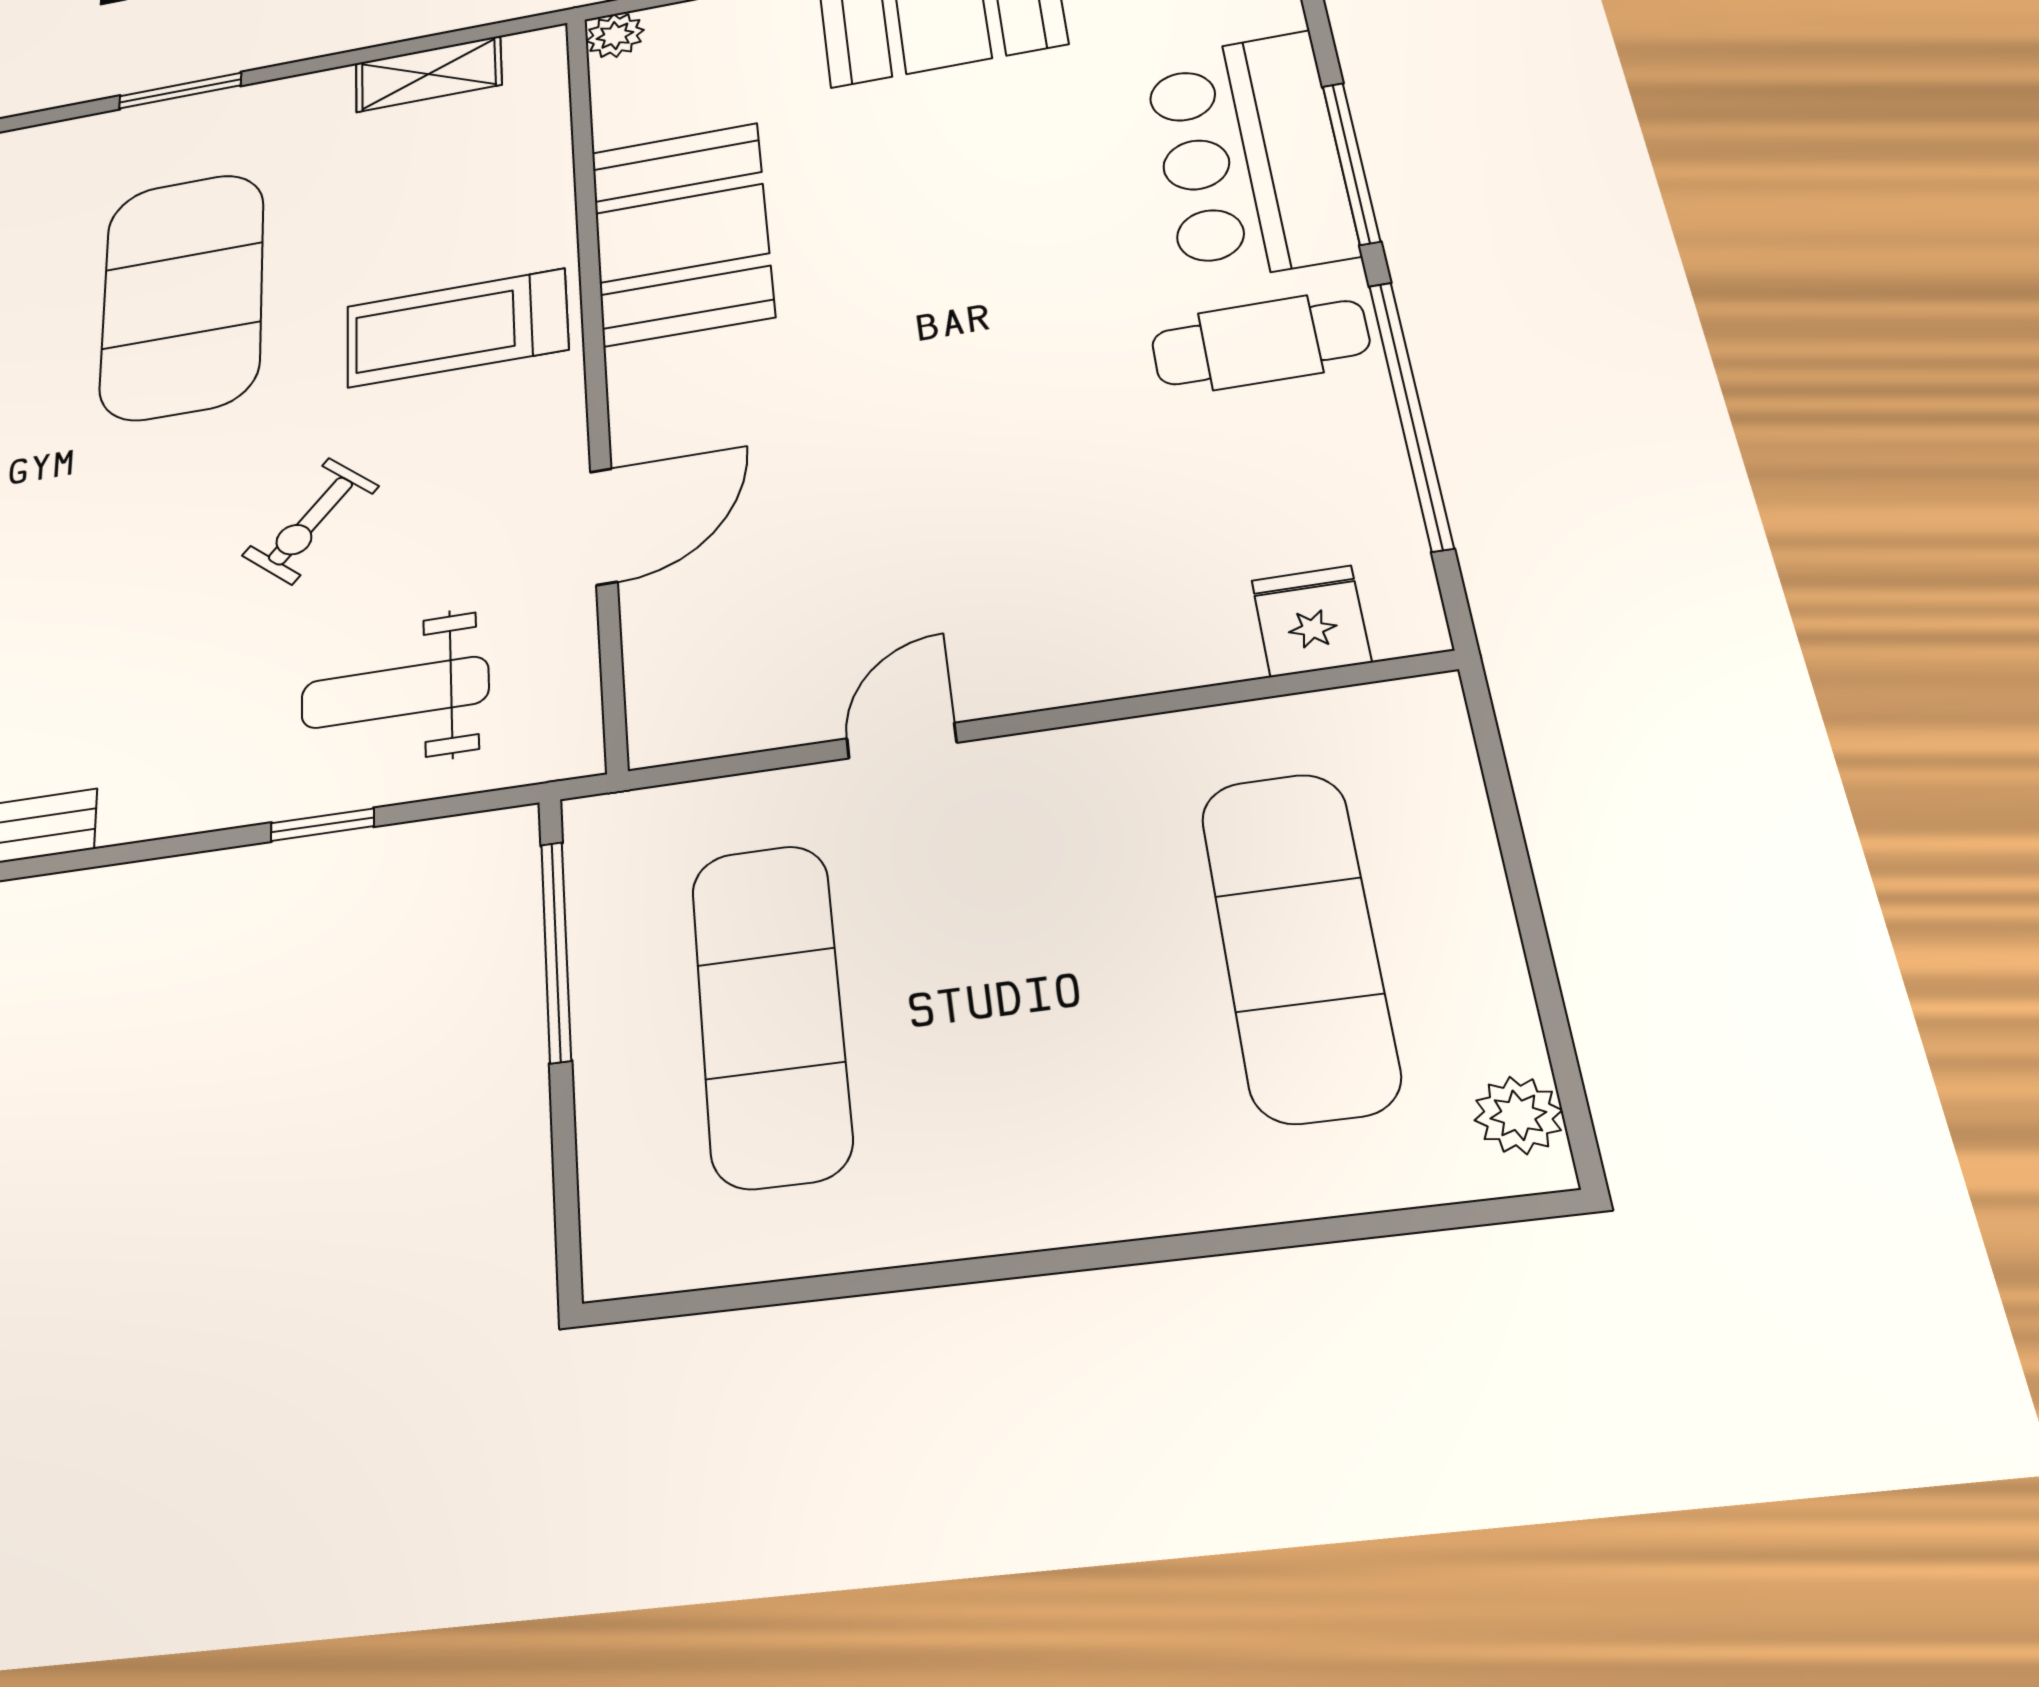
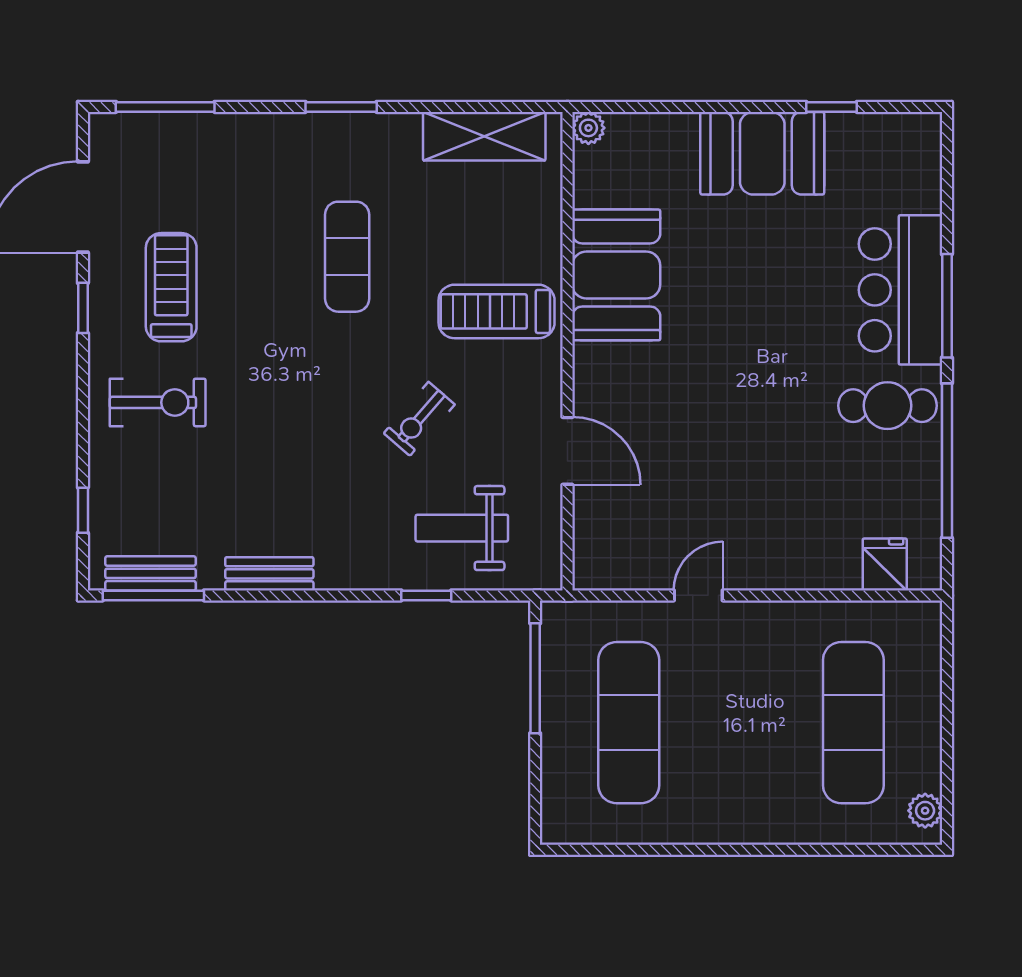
shelving: (428, 74) -> (484, 136), width x1.50, depth x1.33
exercise mat: (182, 295) -> (347, 257), width x0.50, depth x0.69
door: (604, 526) -> (567, 451), hinge flipped

